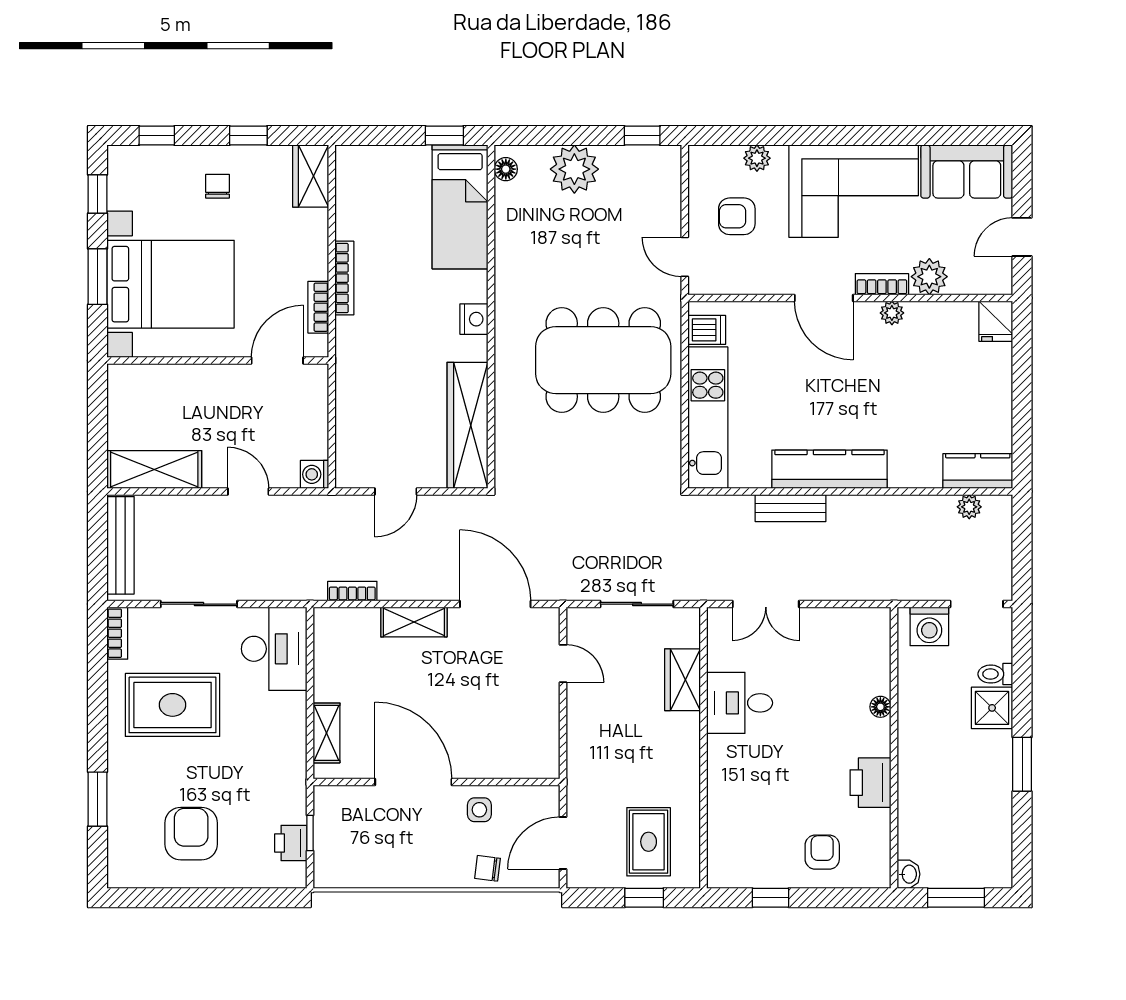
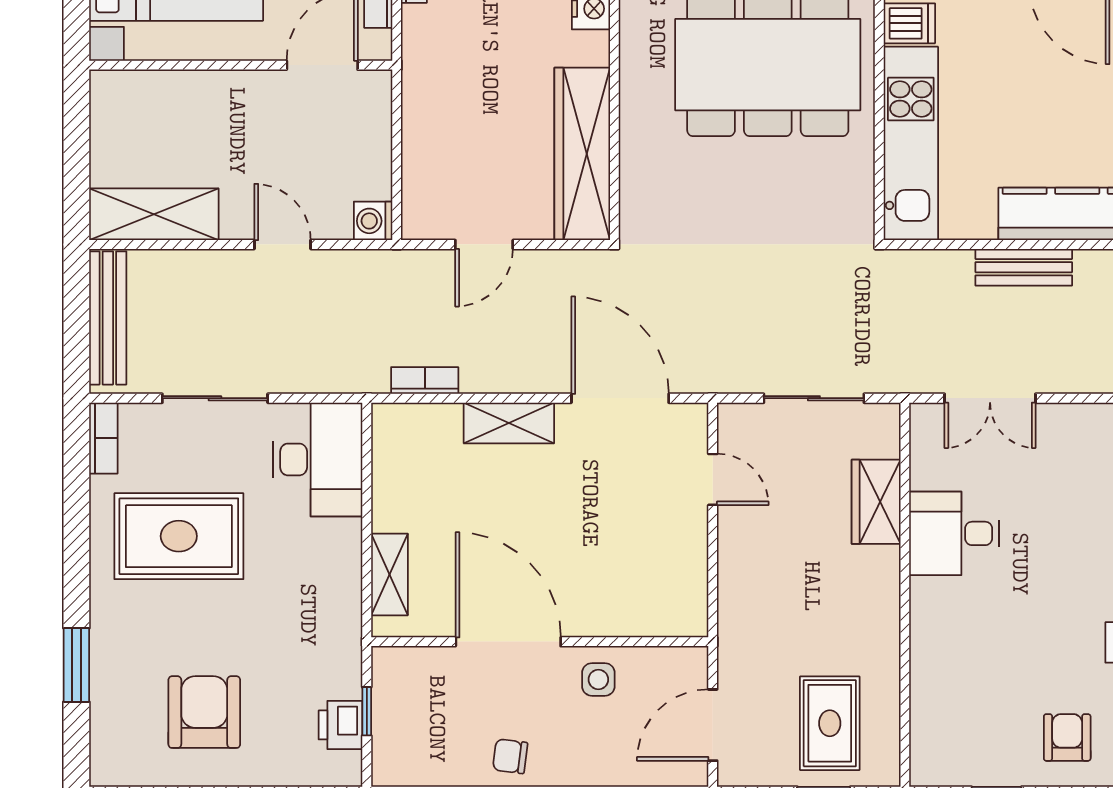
chair: (488, 868) -> (510, 756), moved

